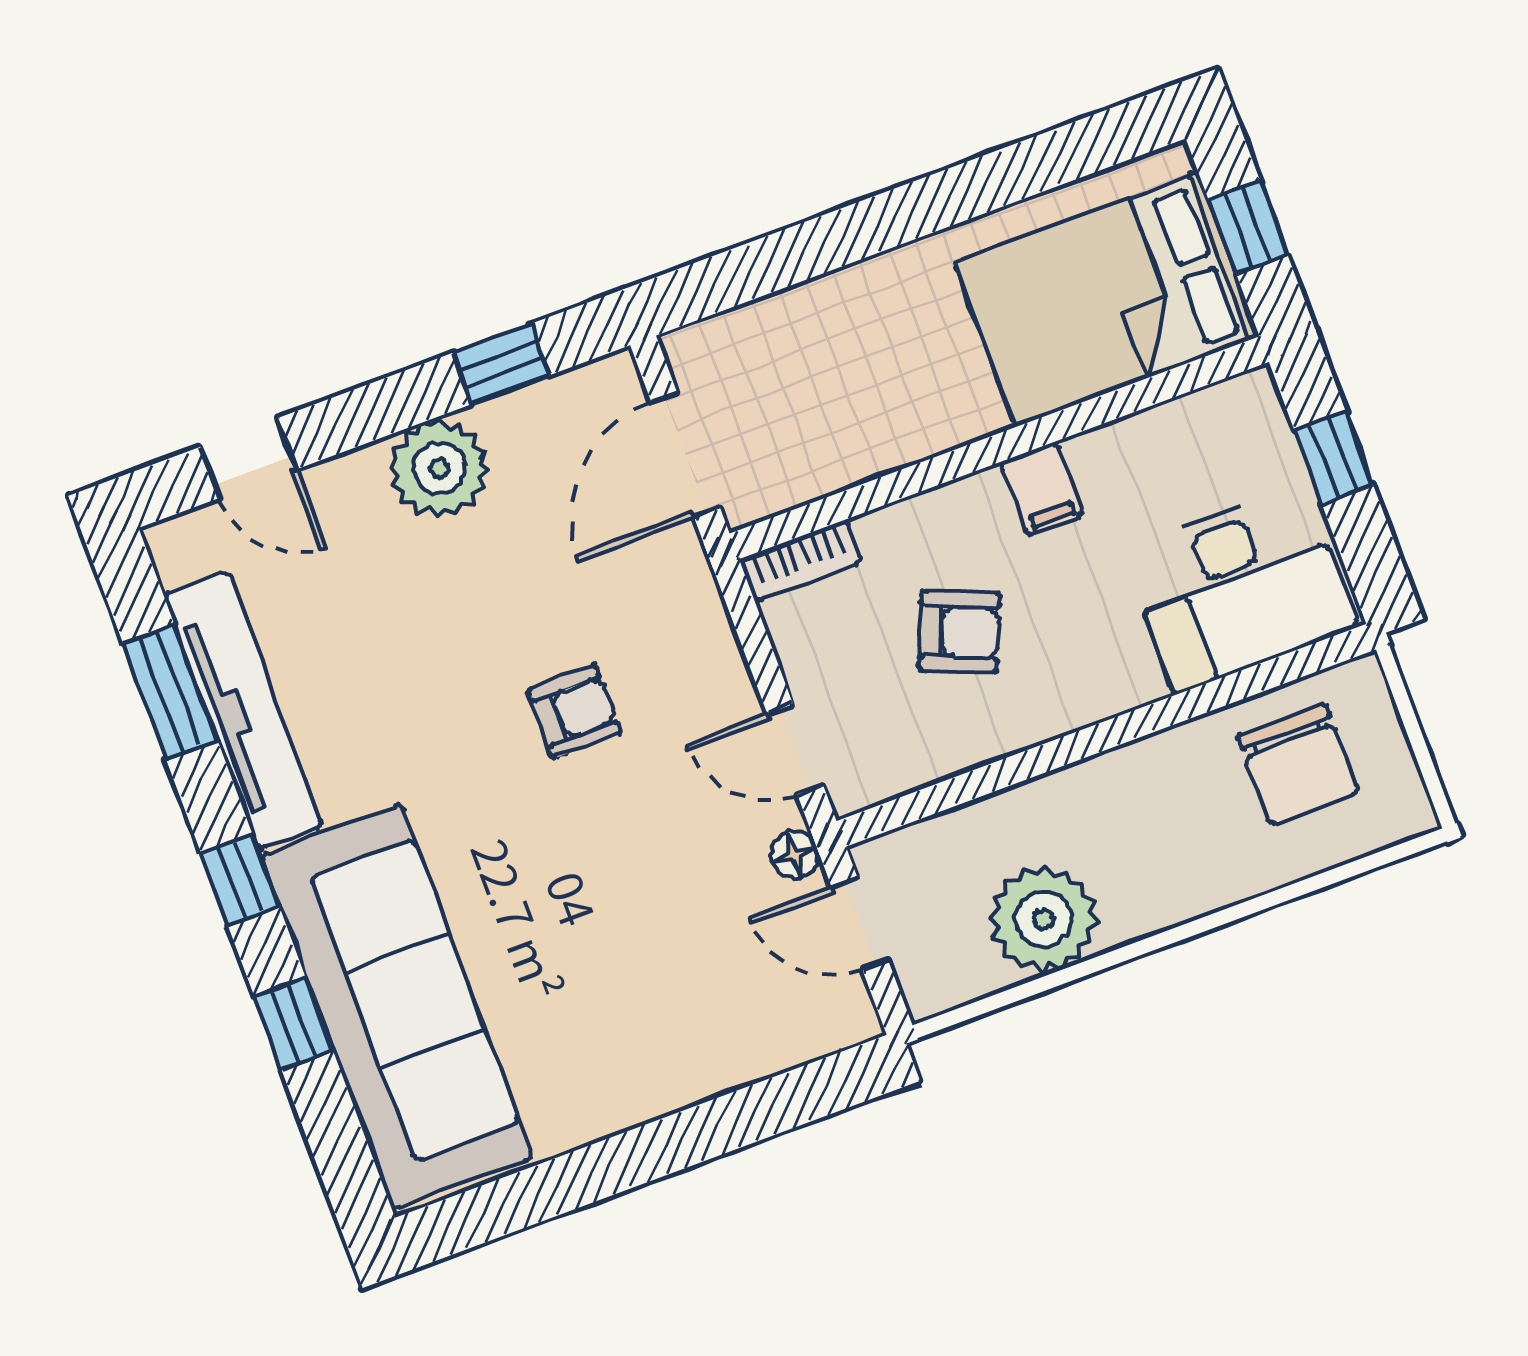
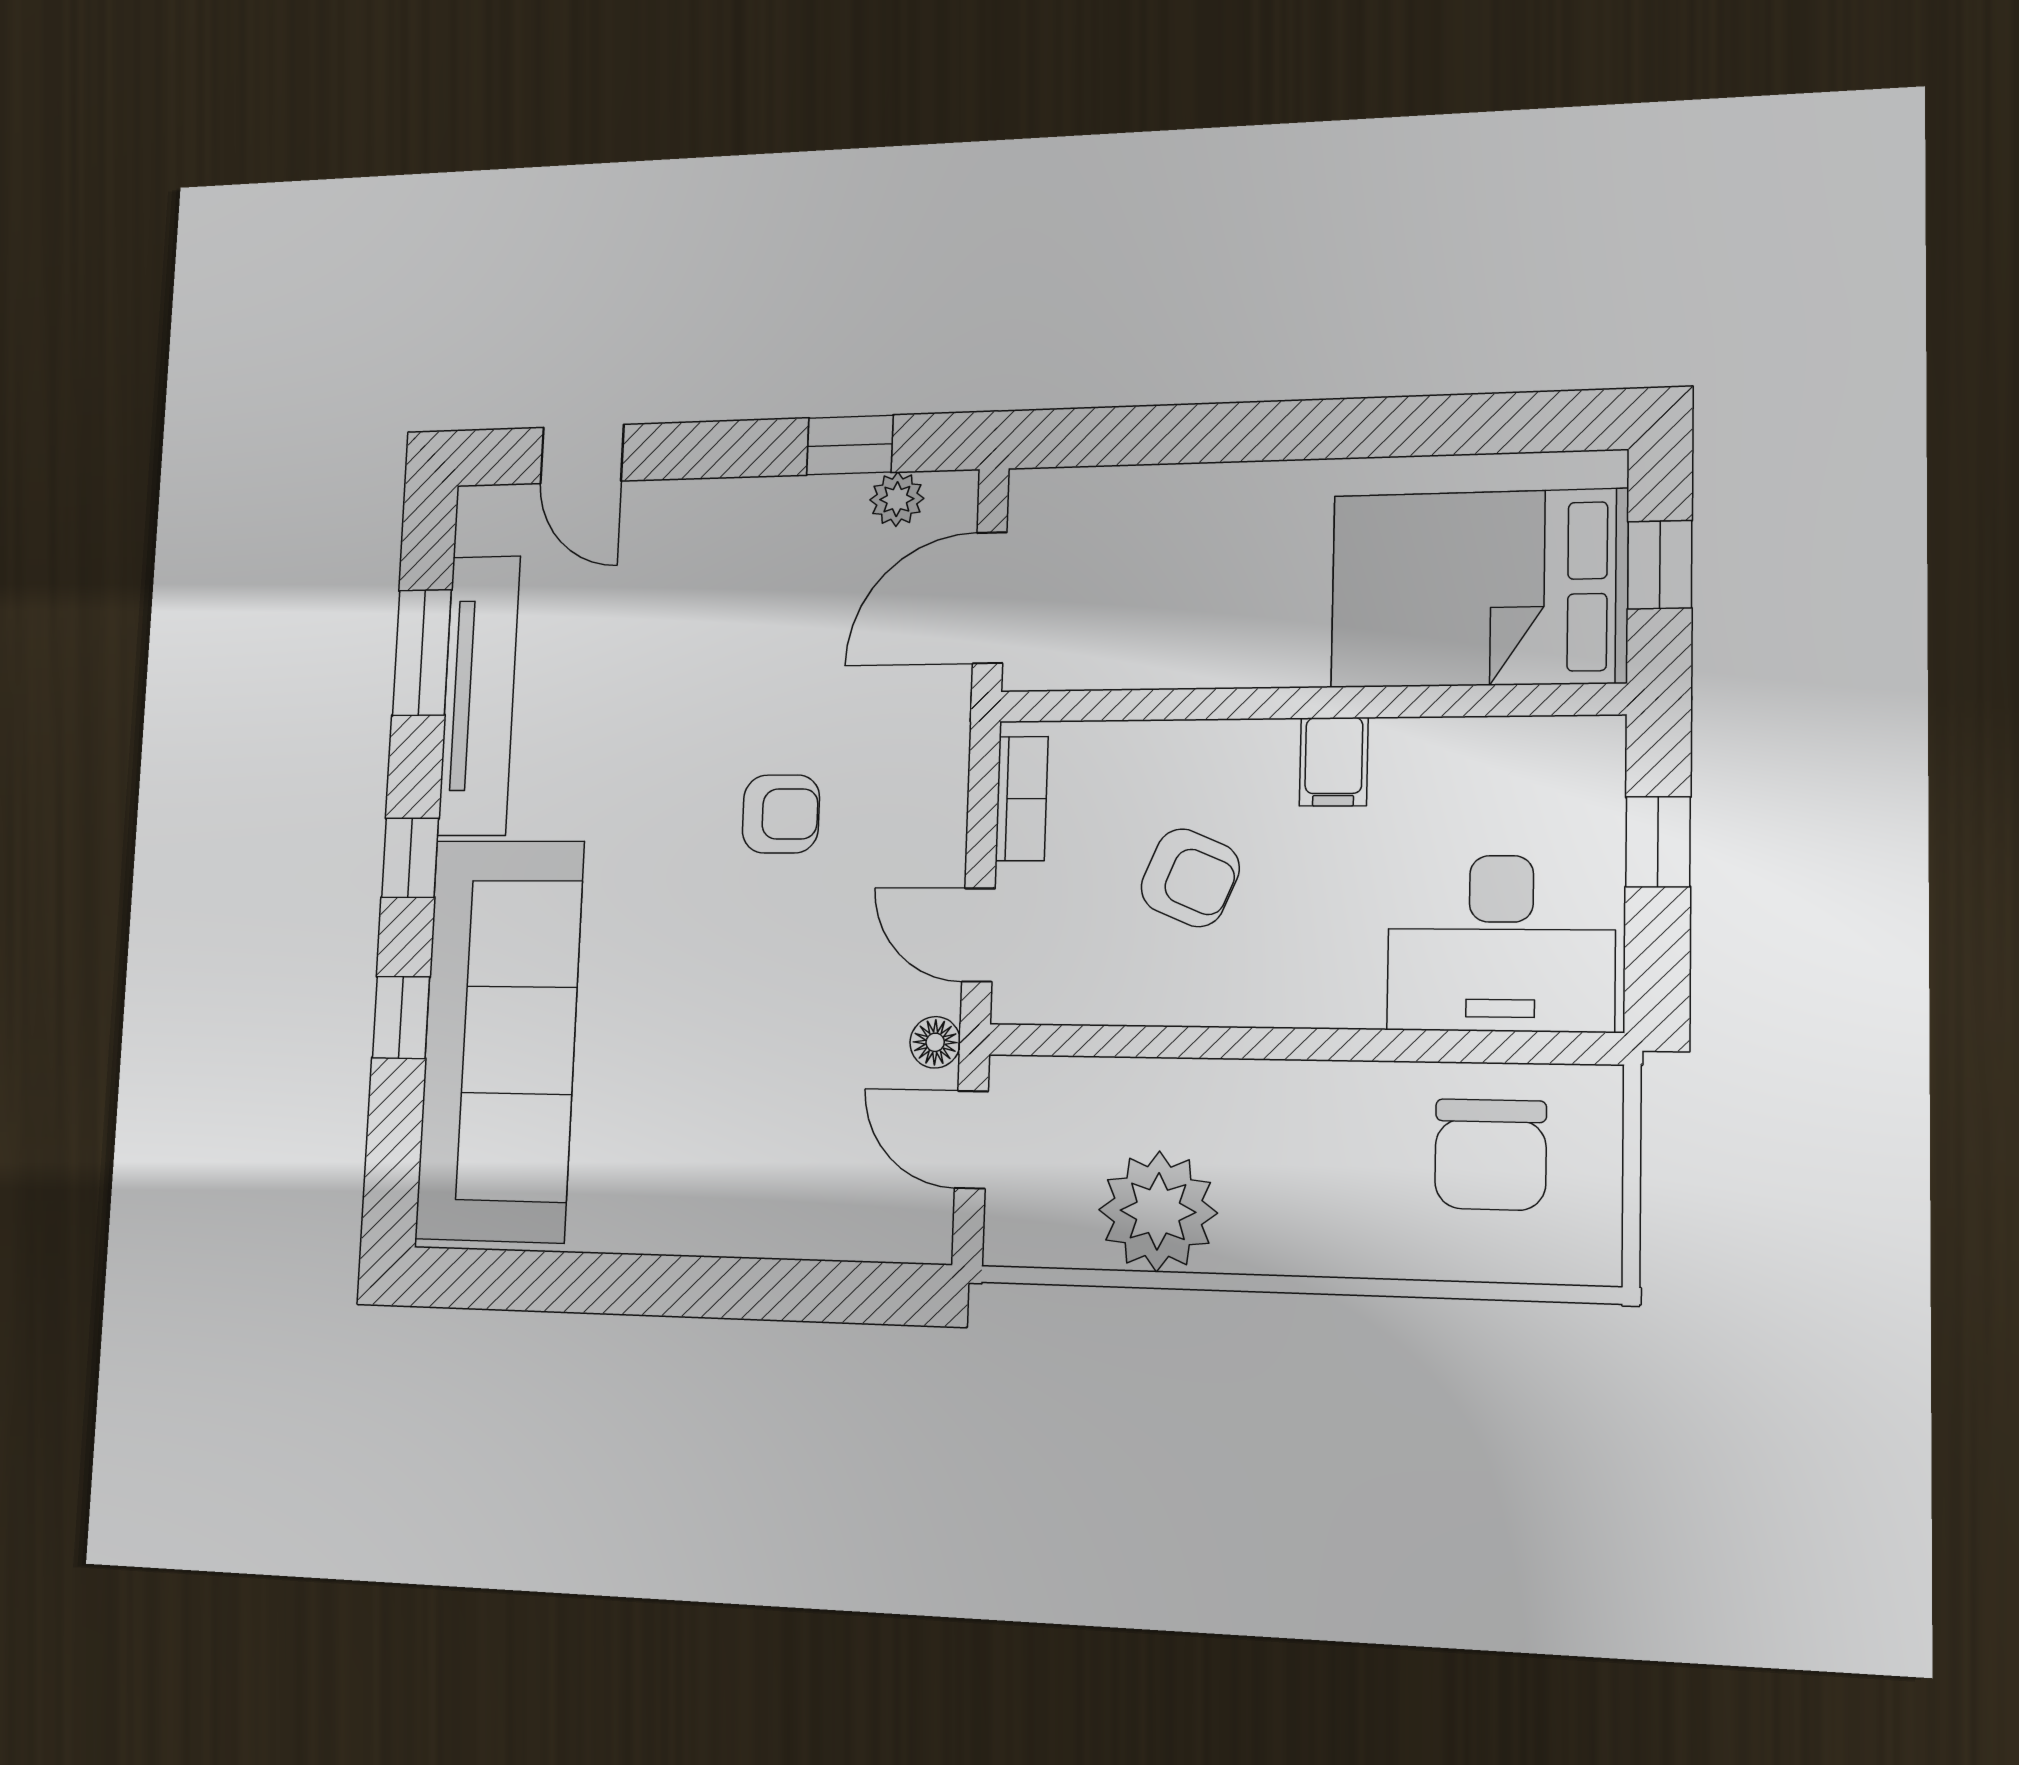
plant: (439, 469) -> (897, 499), moved, width x0.53, depth x0.53
bookcase: (801, 561) -> (1022, 799), moved, turned -90

